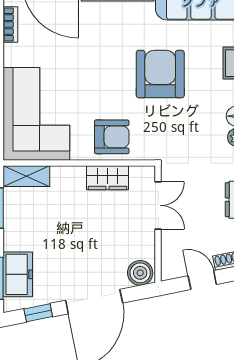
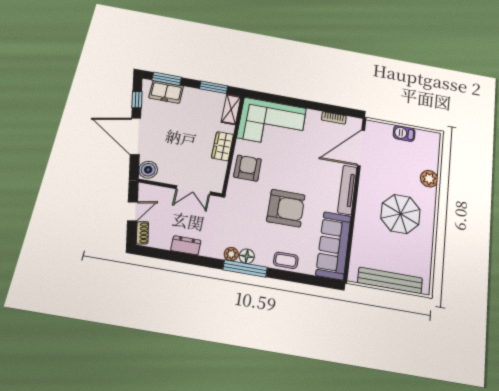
armchair: (112, 137) -> (248, 168), turned 180
wardrobe: (107, 178) -> (222, 146), moved

